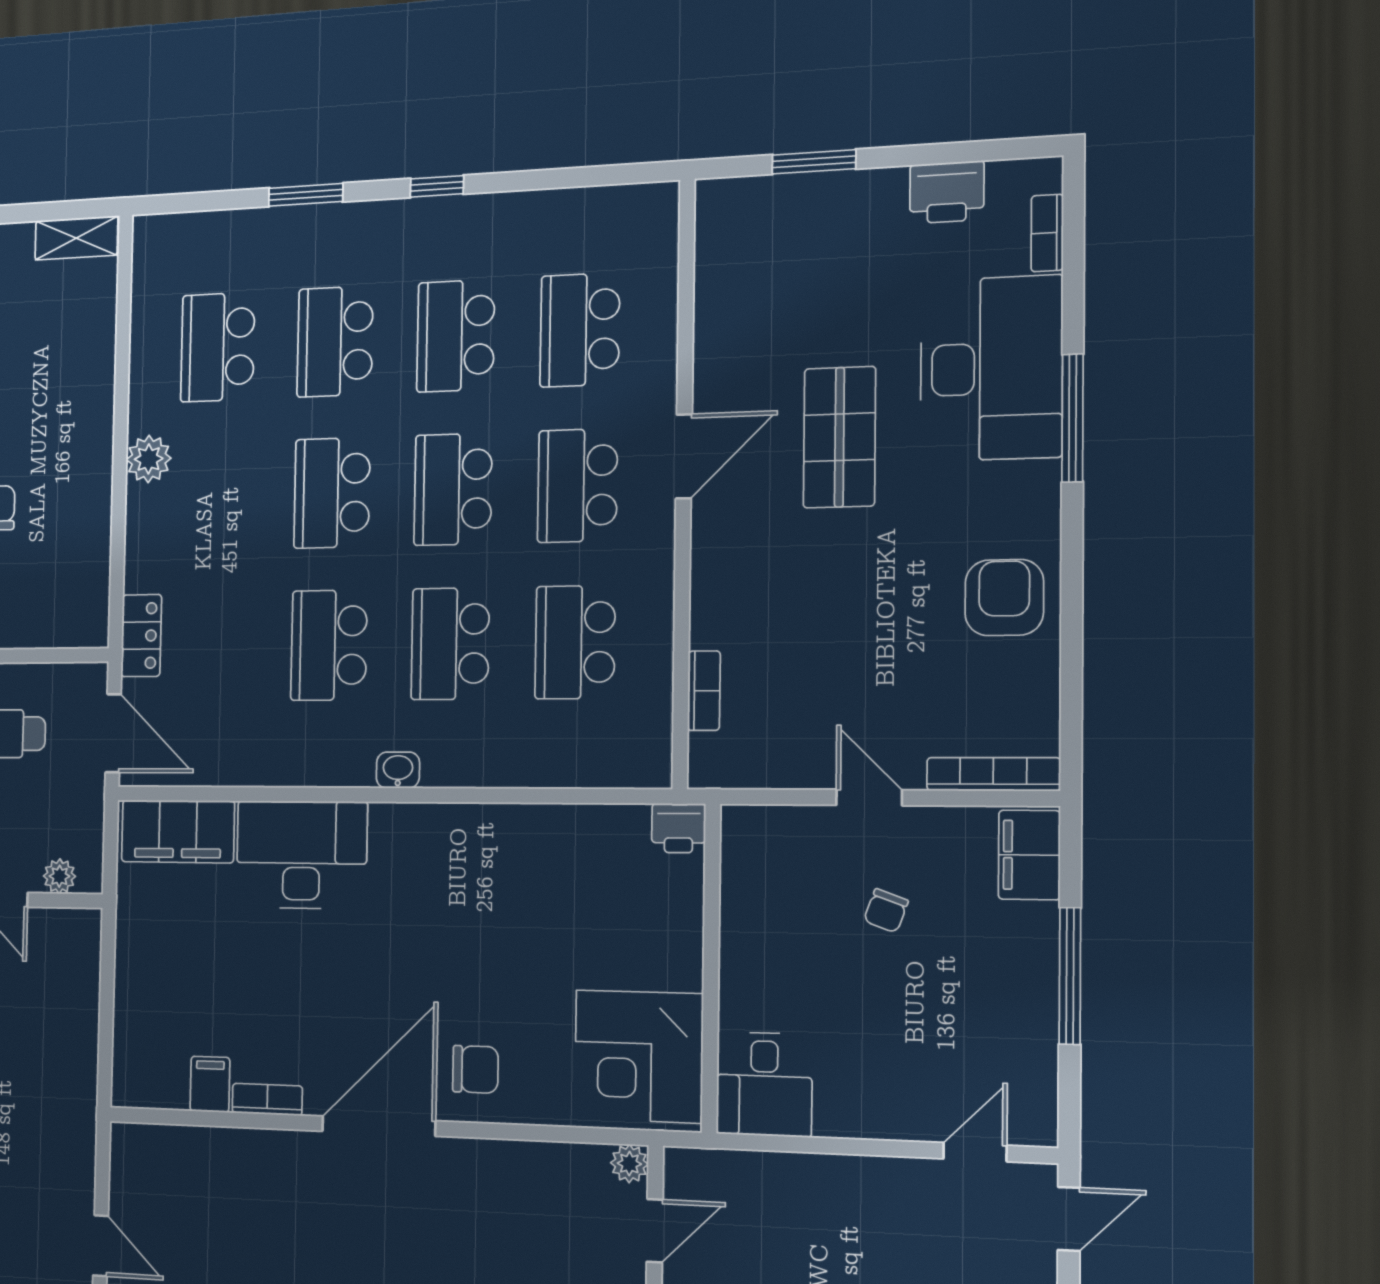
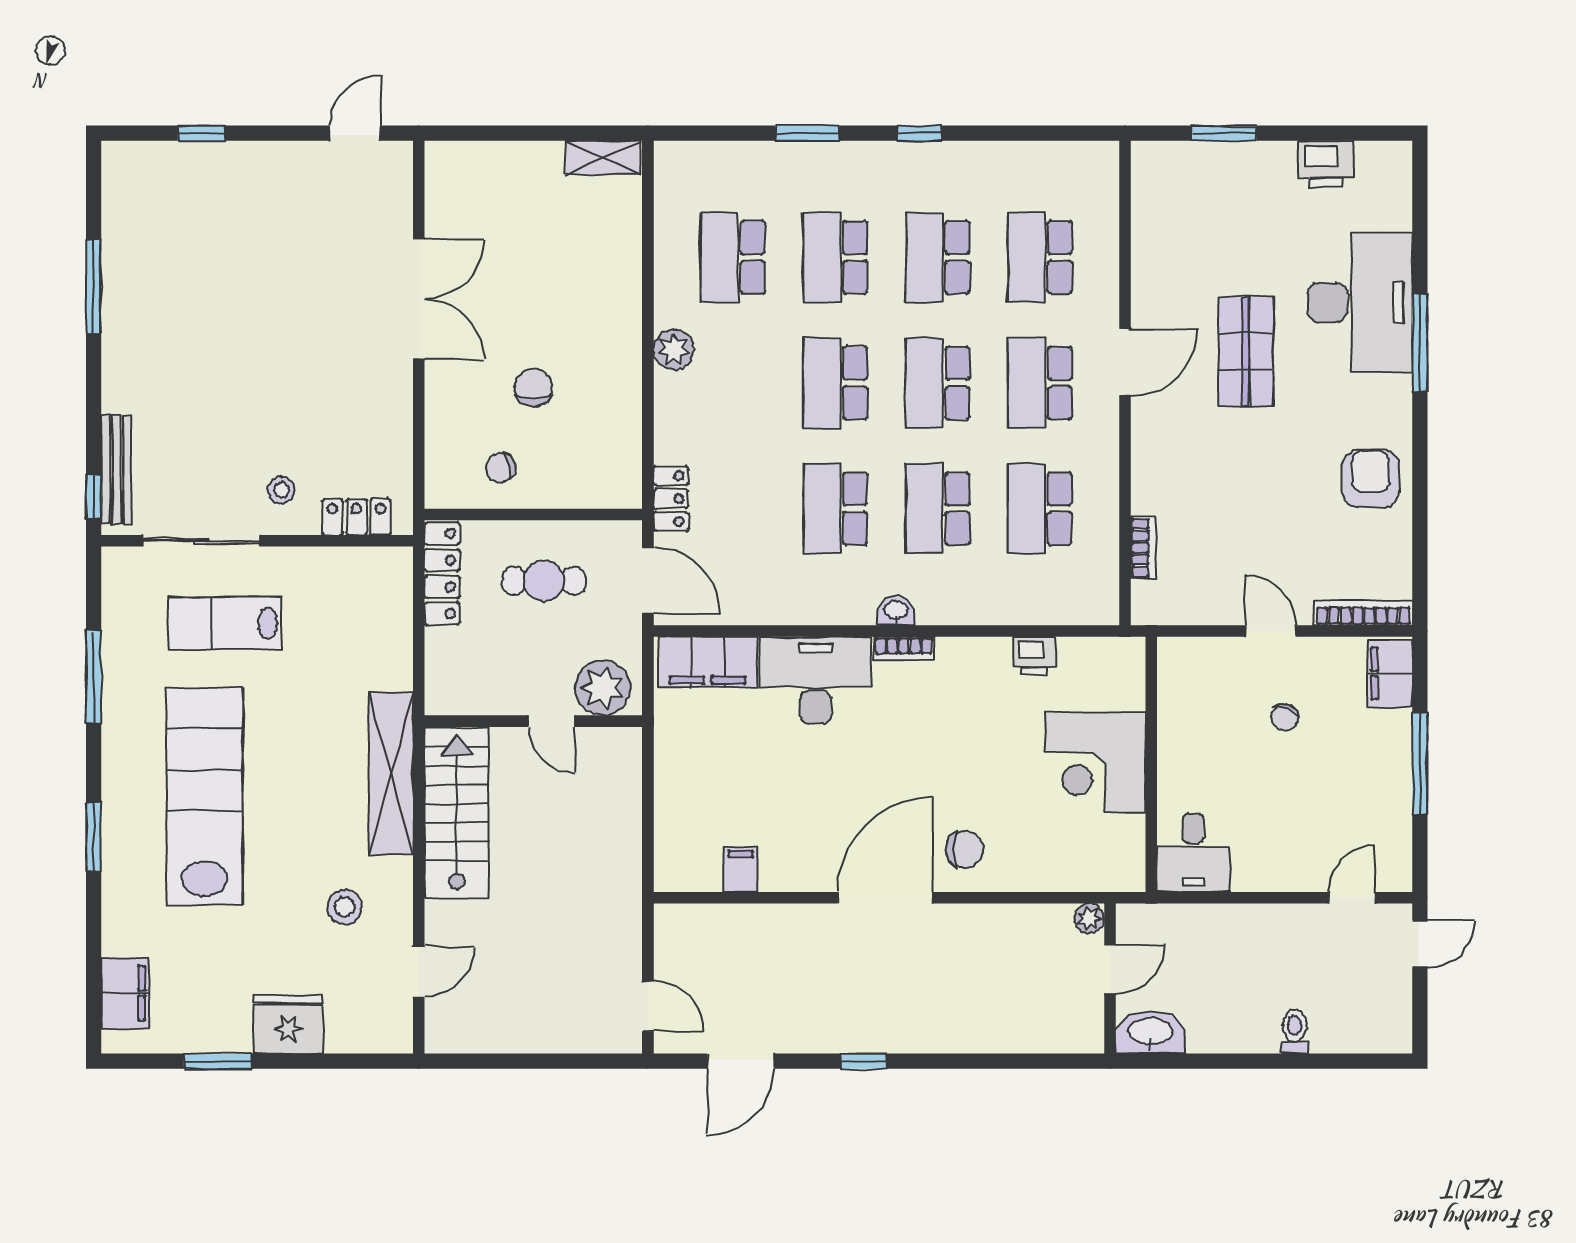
bookcase: (1047, 233) -> (1401, 200), removed
printer: (679, 828) -> (1034, 656), moved
plant: (59, 876) -> (603, 688), width x1.88, depth x1.88
corner desk: (639, 1056) -> (1095, 762), moved
bookcase: (267, 1099) -> (904, 649), moved, turned 180

